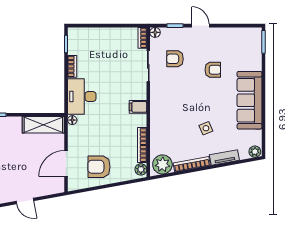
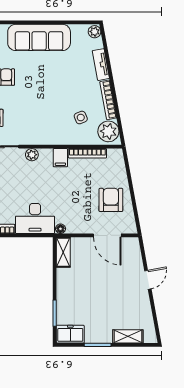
filing cabinet: (138, 107) -> (60, 158), moved
shelving: (43, 125) -> (63, 252), width x0.67, depth x0.75
side table: (206, 128) -> (81, 118), moved
armchair: (99, 167) -> (111, 200), turned 180
plant: (141, 169) -> (32, 155), moved

